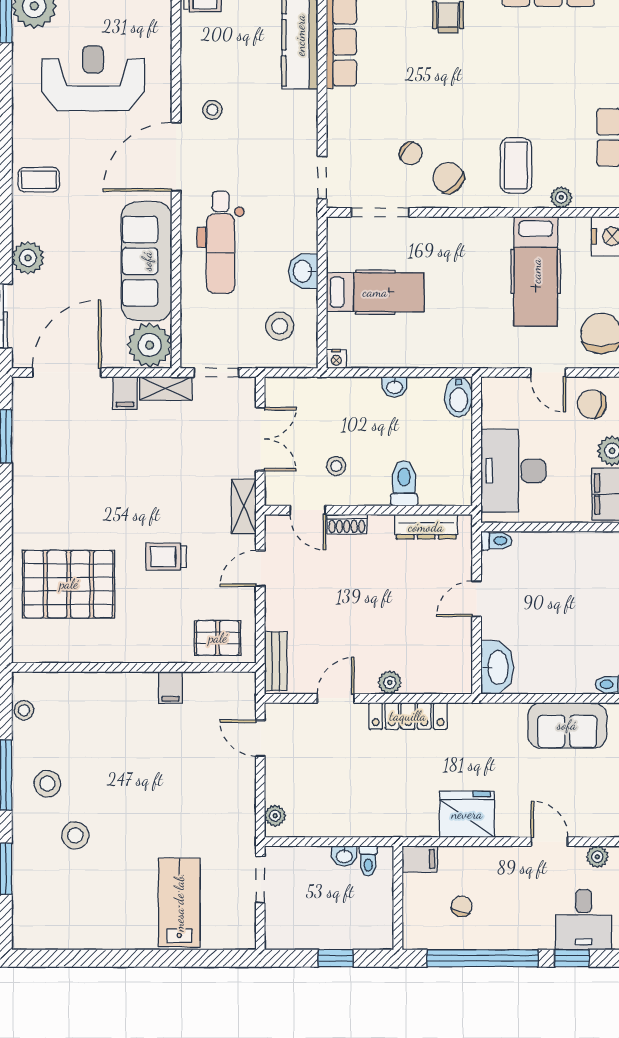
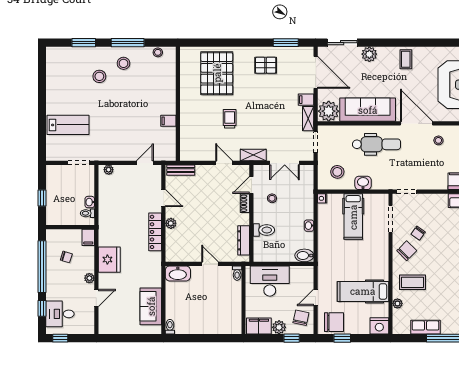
dental chair: (221, 242) -> (376, 144), turned 180
pallet: (218, 638) -> (266, 65), moved, turned 90
plant: (597, 857) -> (89, 278), moved

